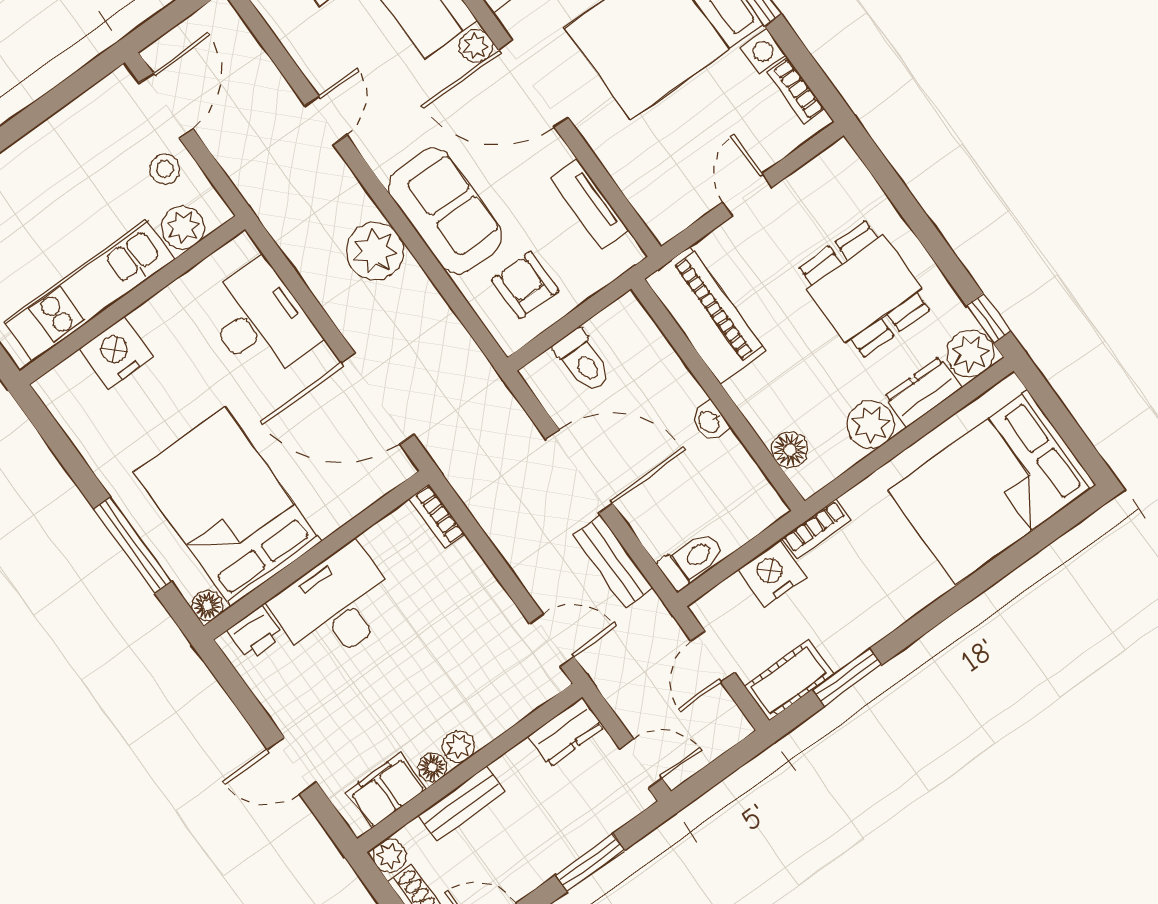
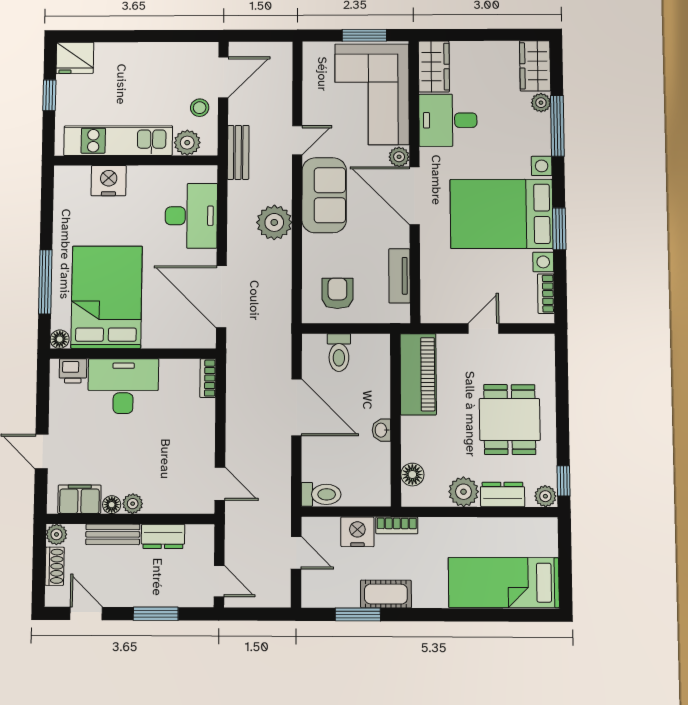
sofa: (445, 211) -> (324, 195), moved
plant: (970, 353) -> (545, 496), width x0.73, depth x0.73
bed: (992, 487) -> (504, 583), width x0.67
bench: (613, 561) -> (238, 152), moved
door: (713, 657) -> (296, 553), swing flipped
cot: (789, 680) -> (386, 594), moved
dresser: (566, 732) -> (163, 536), moved

